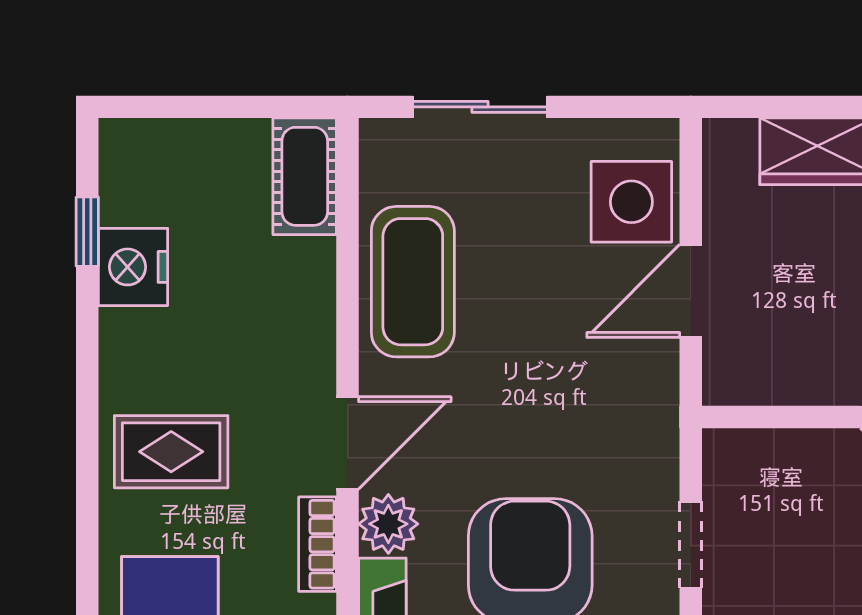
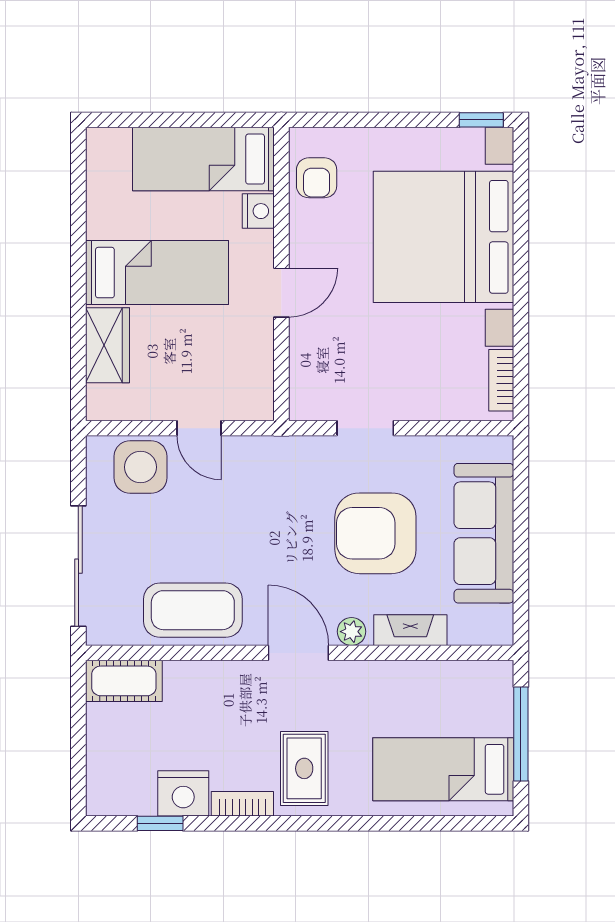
sliding door: (480, 107) -> (78, 566), width x1.37
door: (691, 291) -> (199, 428), width x0.73
plant: (388, 524) -> (352, 632), width x0.73, depth x0.73
bookcase: (318, 544) -> (242, 804), moved, turned 180

